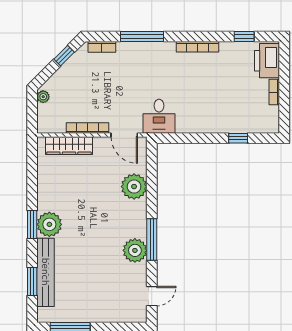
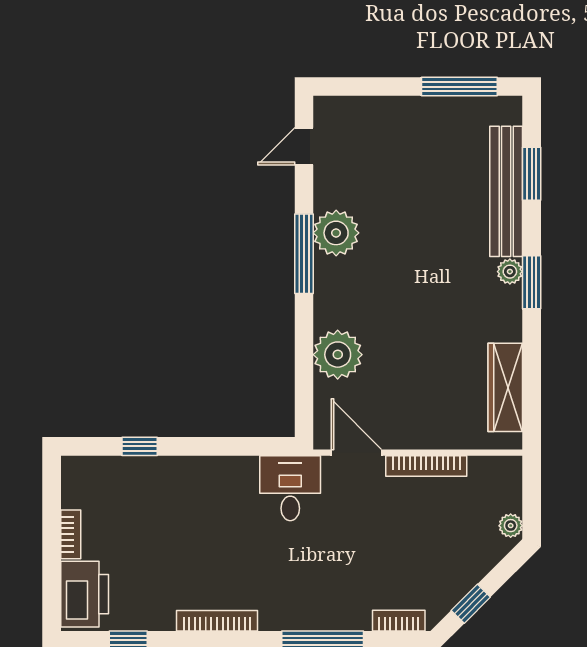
wardrobe: (69, 146) -> (505, 387), moved, turned -90
plant: (49, 224) -> (510, 272), width x0.53, depth x0.53

